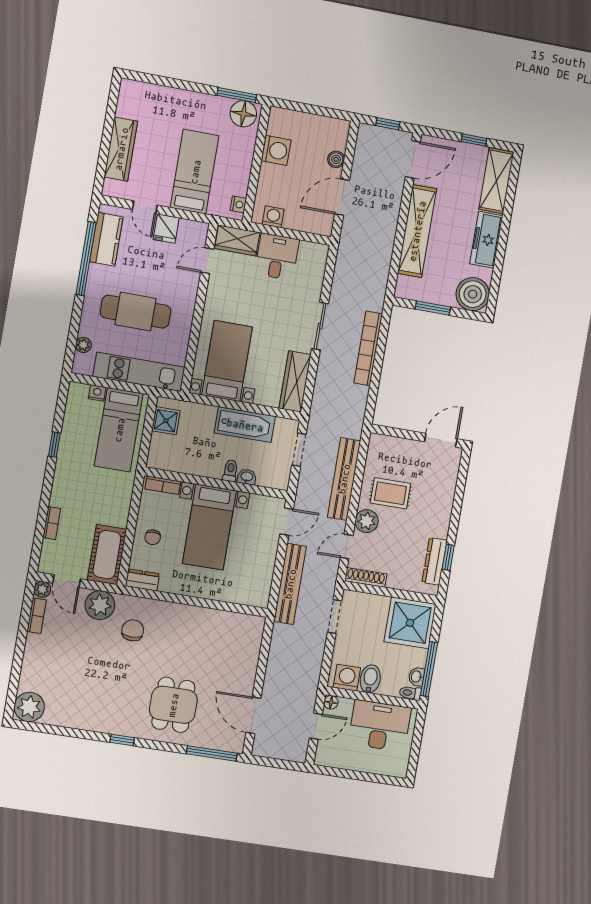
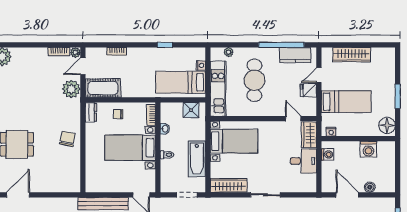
window: (237, 95) -> (398, 96), moved
washbasin: (247, 477) -> (165, 129), moved
chair: (133, 630) -> (67, 139), moved, turned -78

